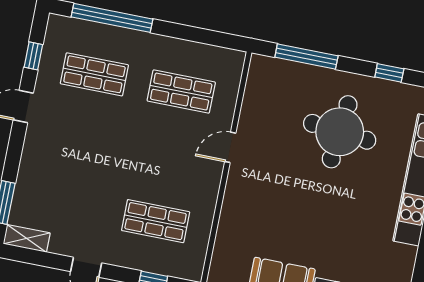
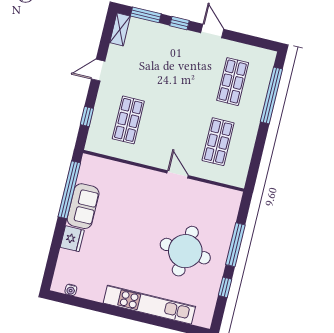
window: (33, 56) -> (180, 23), moved
window: (306, 56) -> (235, 245), moved

